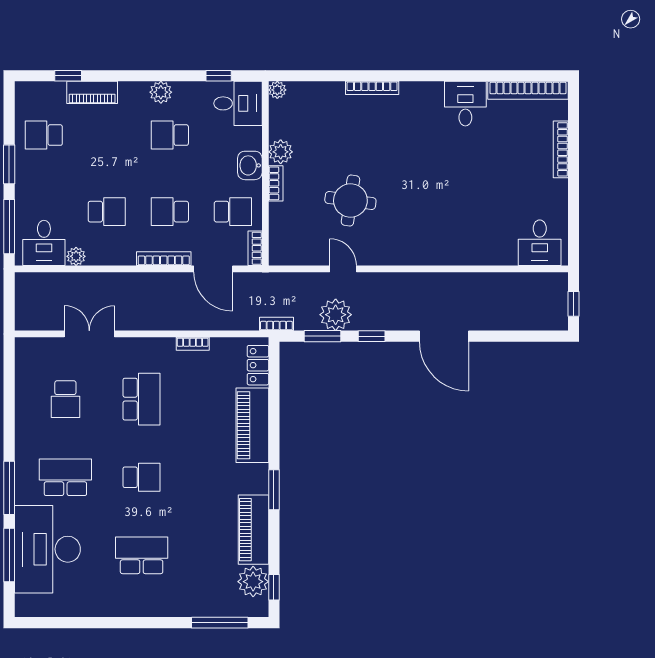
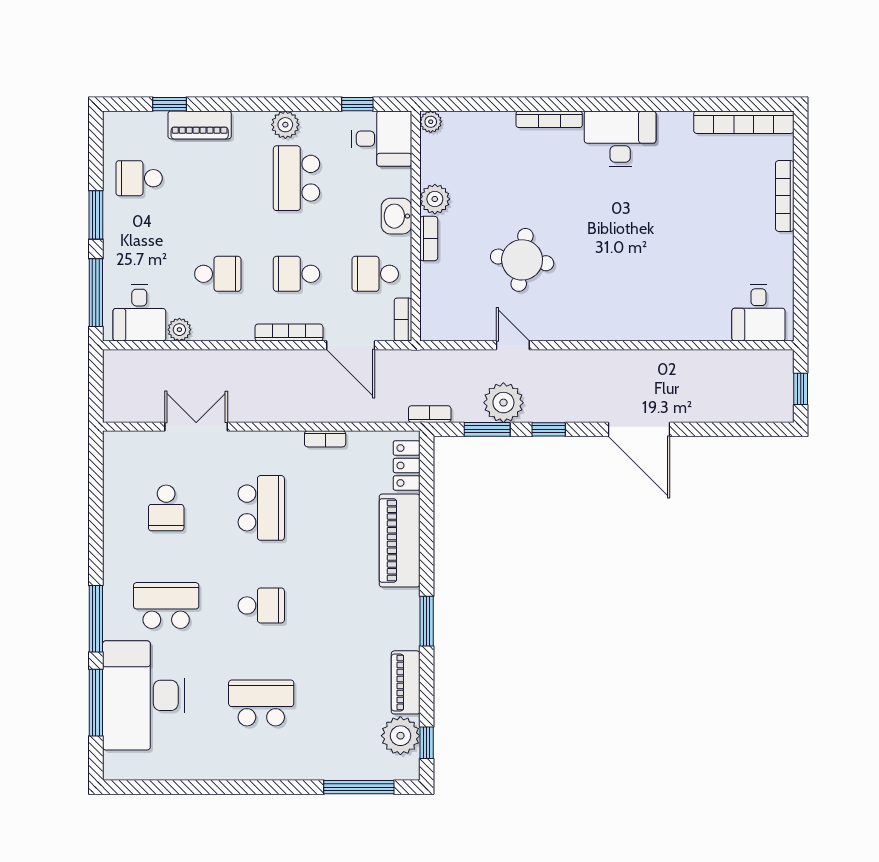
desk: (465, 104) -> (620, 139), moved, width x1.37
school desk: (170, 135) -> (297, 178), width x1.85
school desk: (233, 212) -> (375, 274), turned 180
piano: (253, 530) -> (406, 682), width x0.73, depth x0.75

